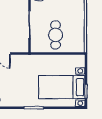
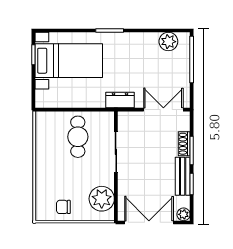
dresser: (27, 60) -> (120, 100), added

